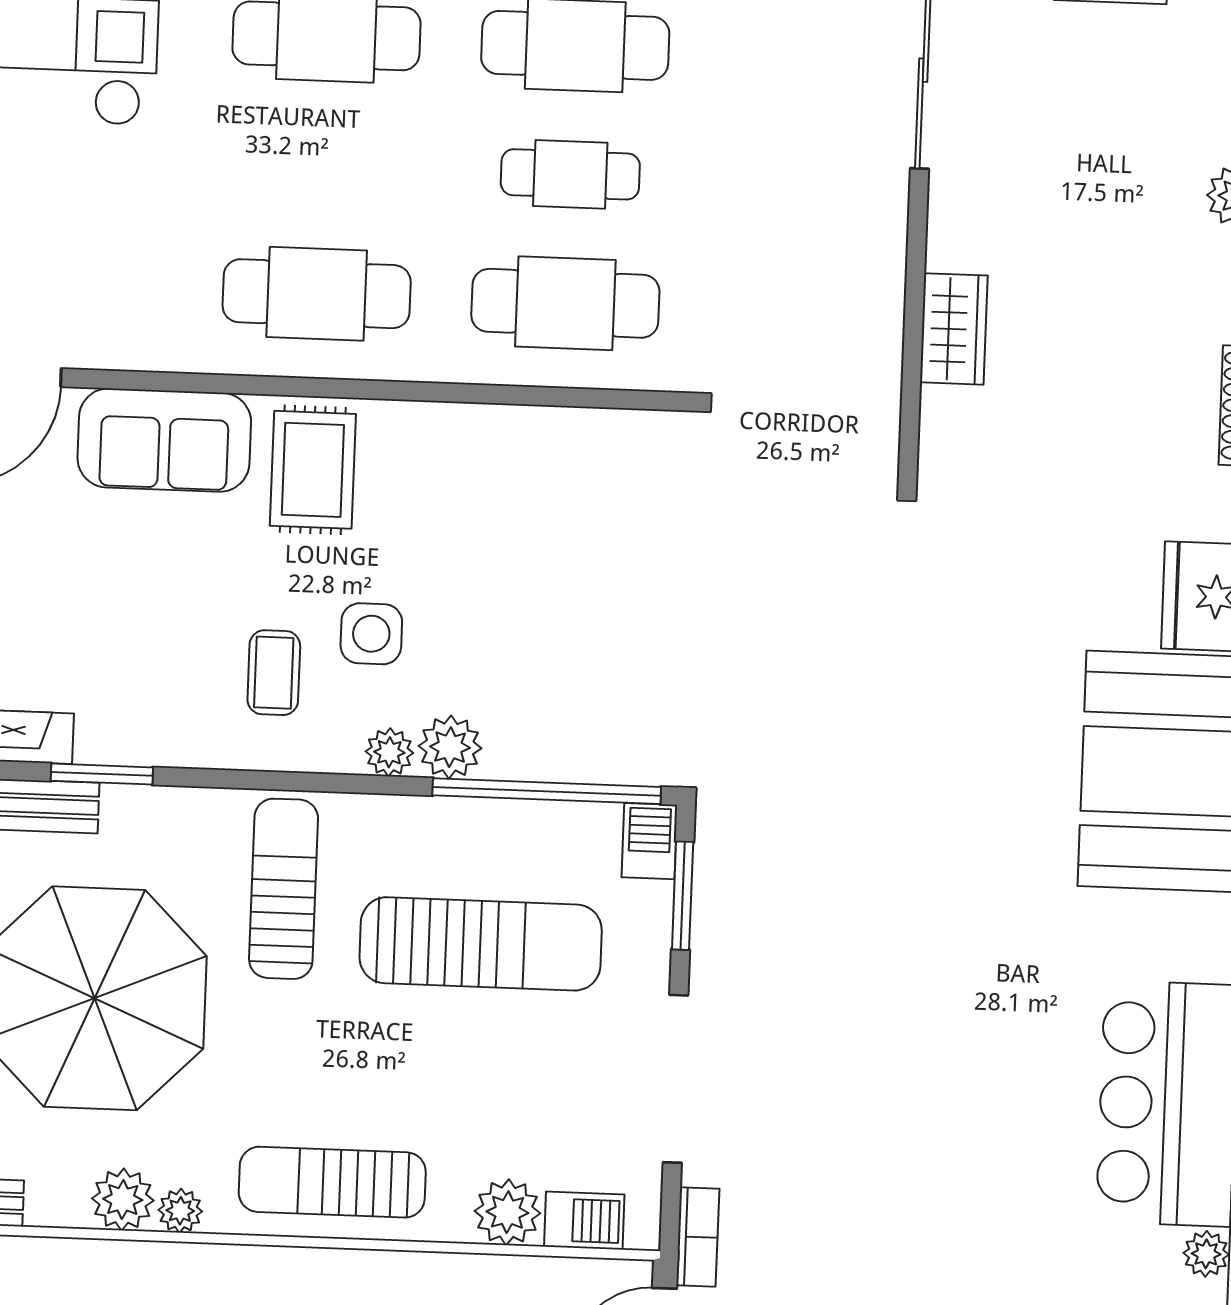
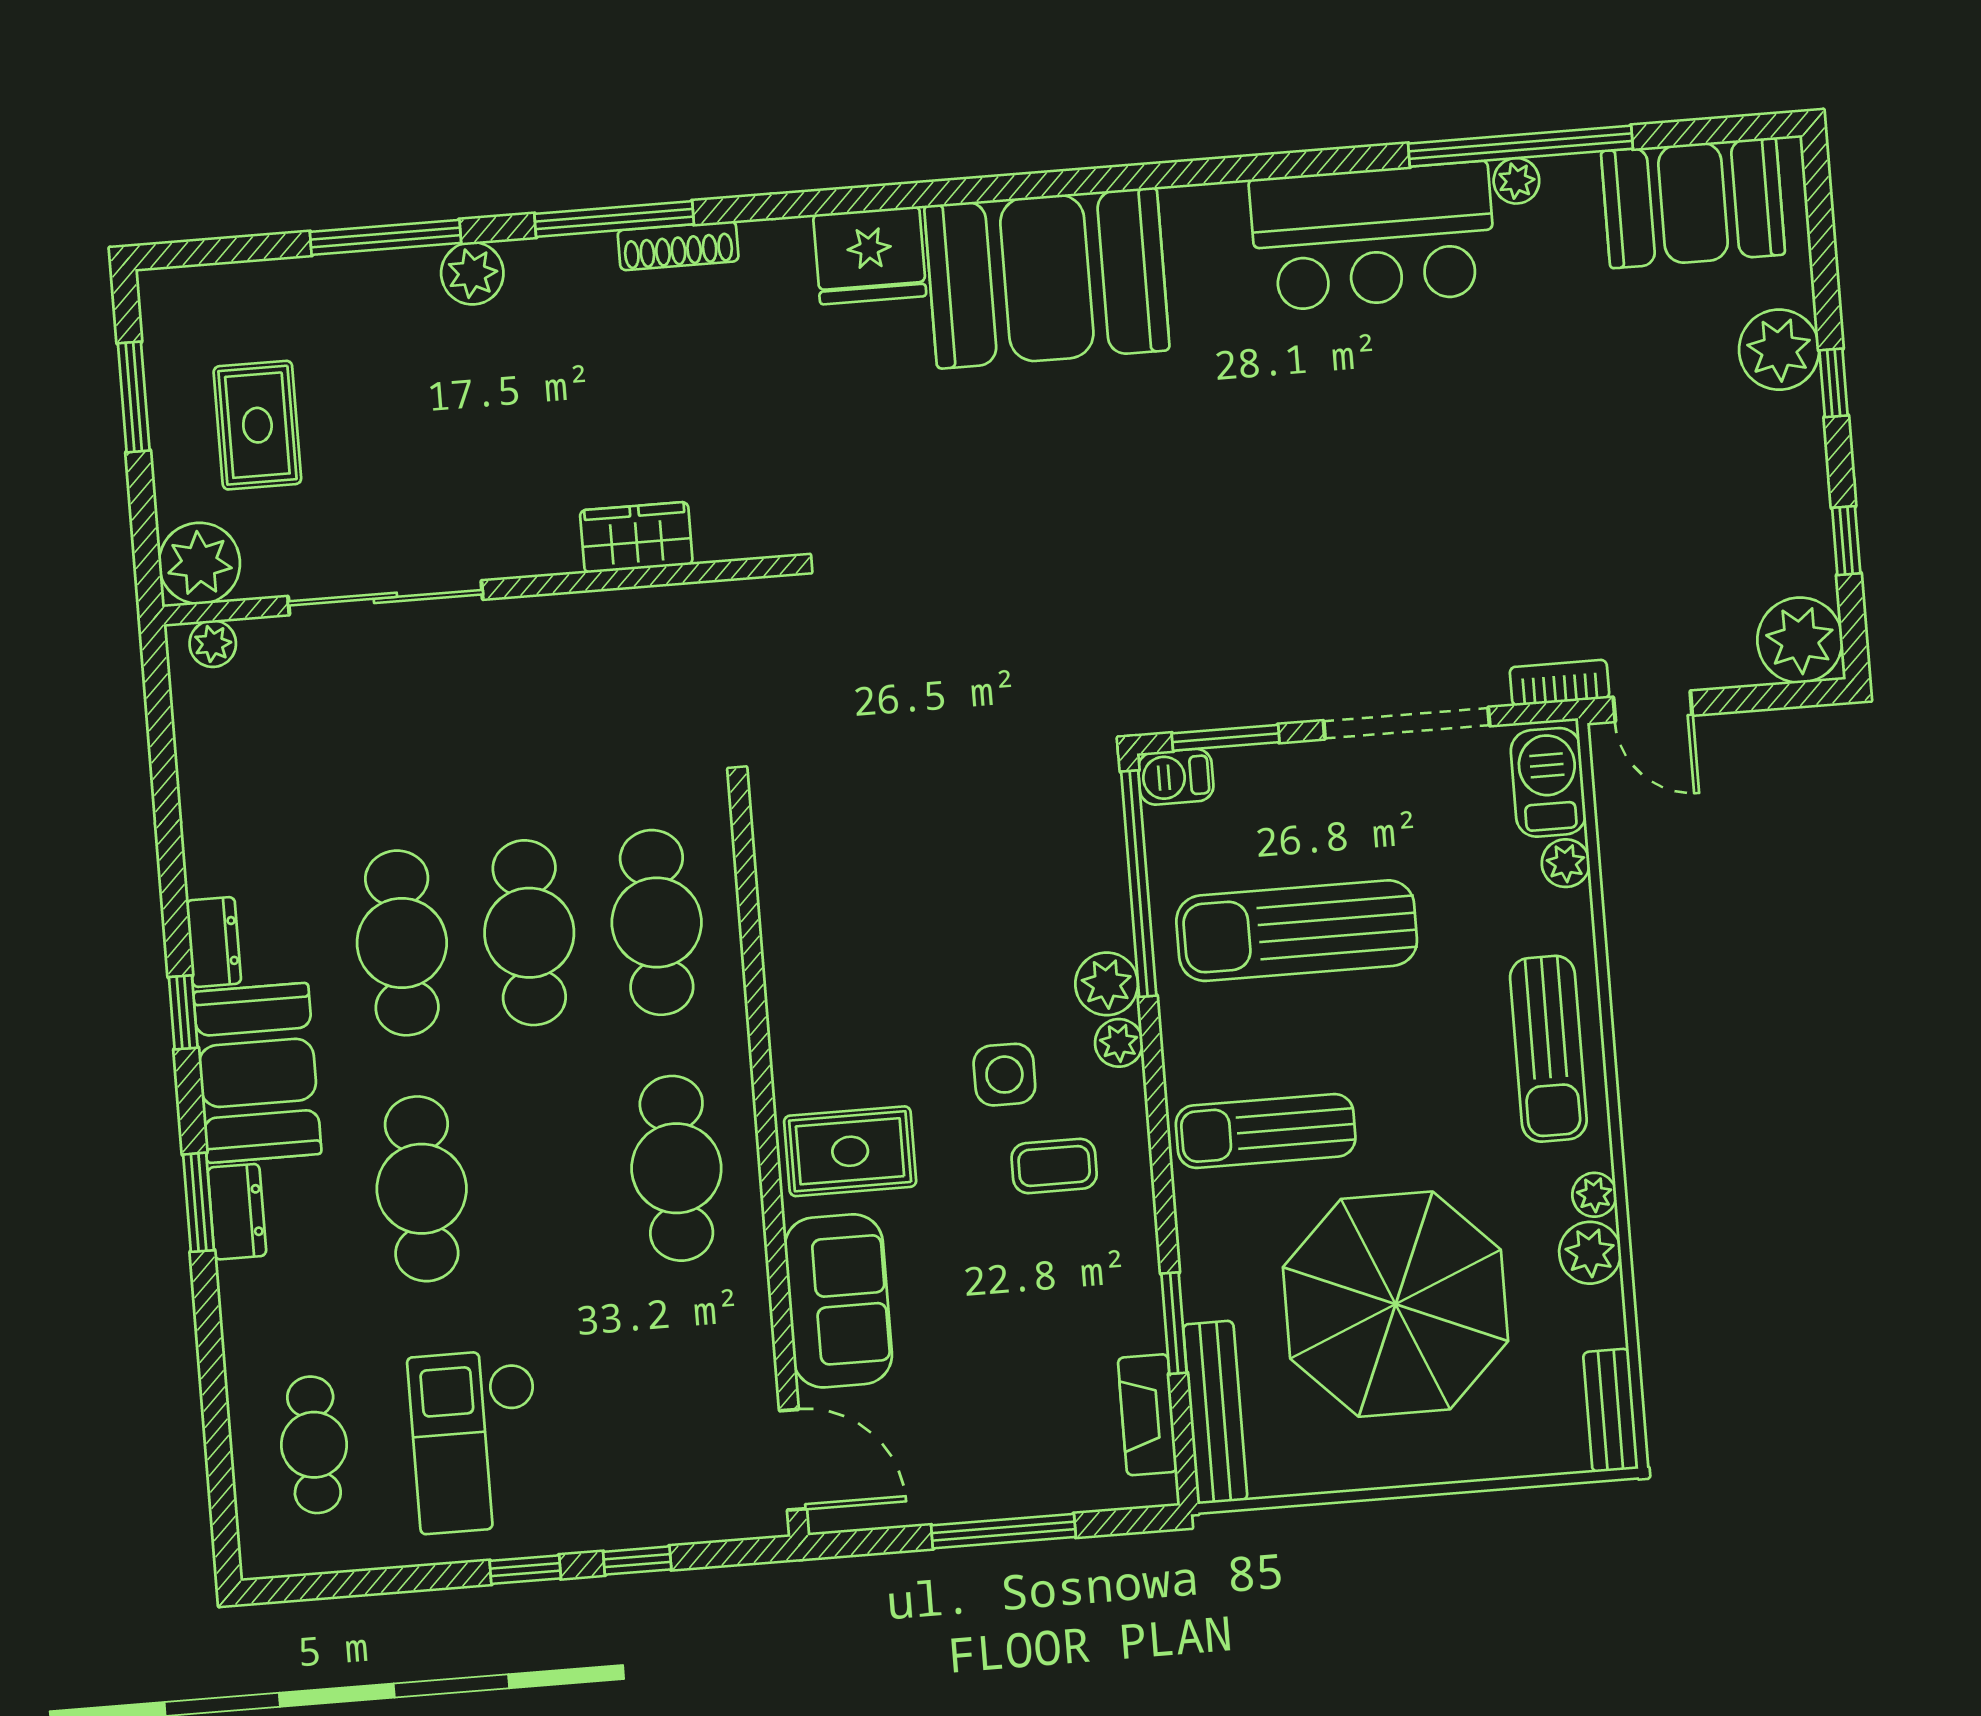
cafe table: (570, 174) -> (529, 933), width x1.37, depth x1.35
sun lounger: (481, 944) -> (1297, 931), turned -90
plant: (507, 1212) -> (1566, 863), width x0.73, depth x0.73
barbecue: (584, 1221) -> (1548, 782), width x1.38, depth x1.27

